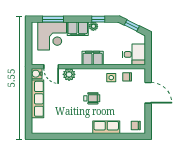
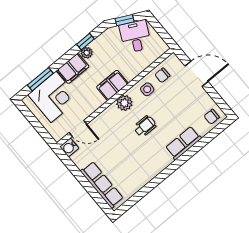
desk: (134, 54) -> (135, 36), moved, turned -63
plant: (69, 74) -> (124, 103), moved
row of seats: (37, 99) -> (102, 185), moved

